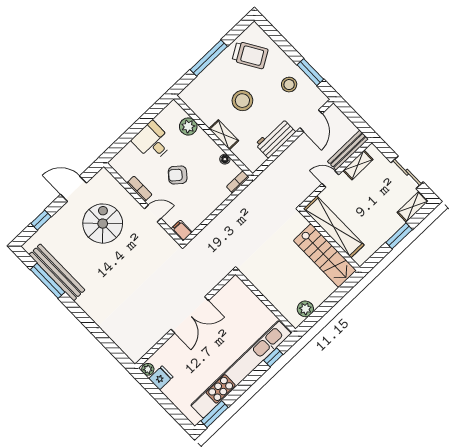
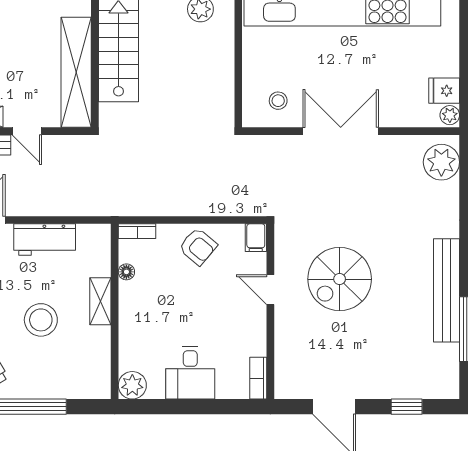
plant: (188, 126) -> (132, 385), moved
armchair: (178, 175) -> (198, 247), moved
bookcase: (139, 189) -> (258, 378), moved
spiral stairs: (103, 224) -> (340, 279), moved
bench: (57, 272) -> (447, 290), moved
stool: (231, 302) -> (278, 101), added
plant: (131, 345) -> (441, 162), added

